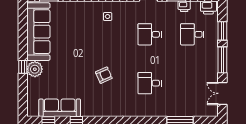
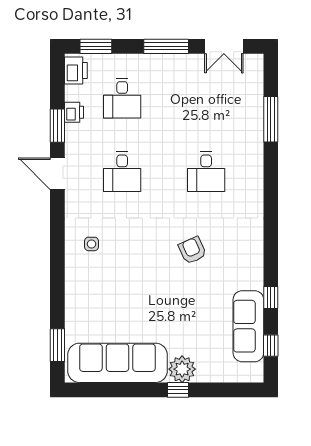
window: (222, 31) -> (96, 46), moved

